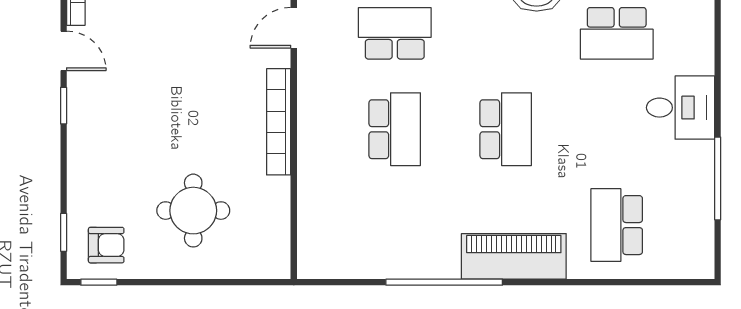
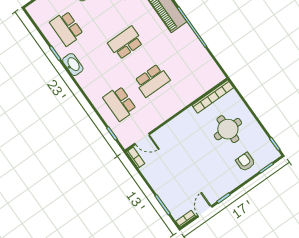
school desk: (617, 33) -> (66, 28), turned 180
bookcase: (279, 122) -> (213, 97), moved
school desk: (395, 129) -> (152, 80), turned 180
armchair: (106, 245) -> (245, 162), moved

